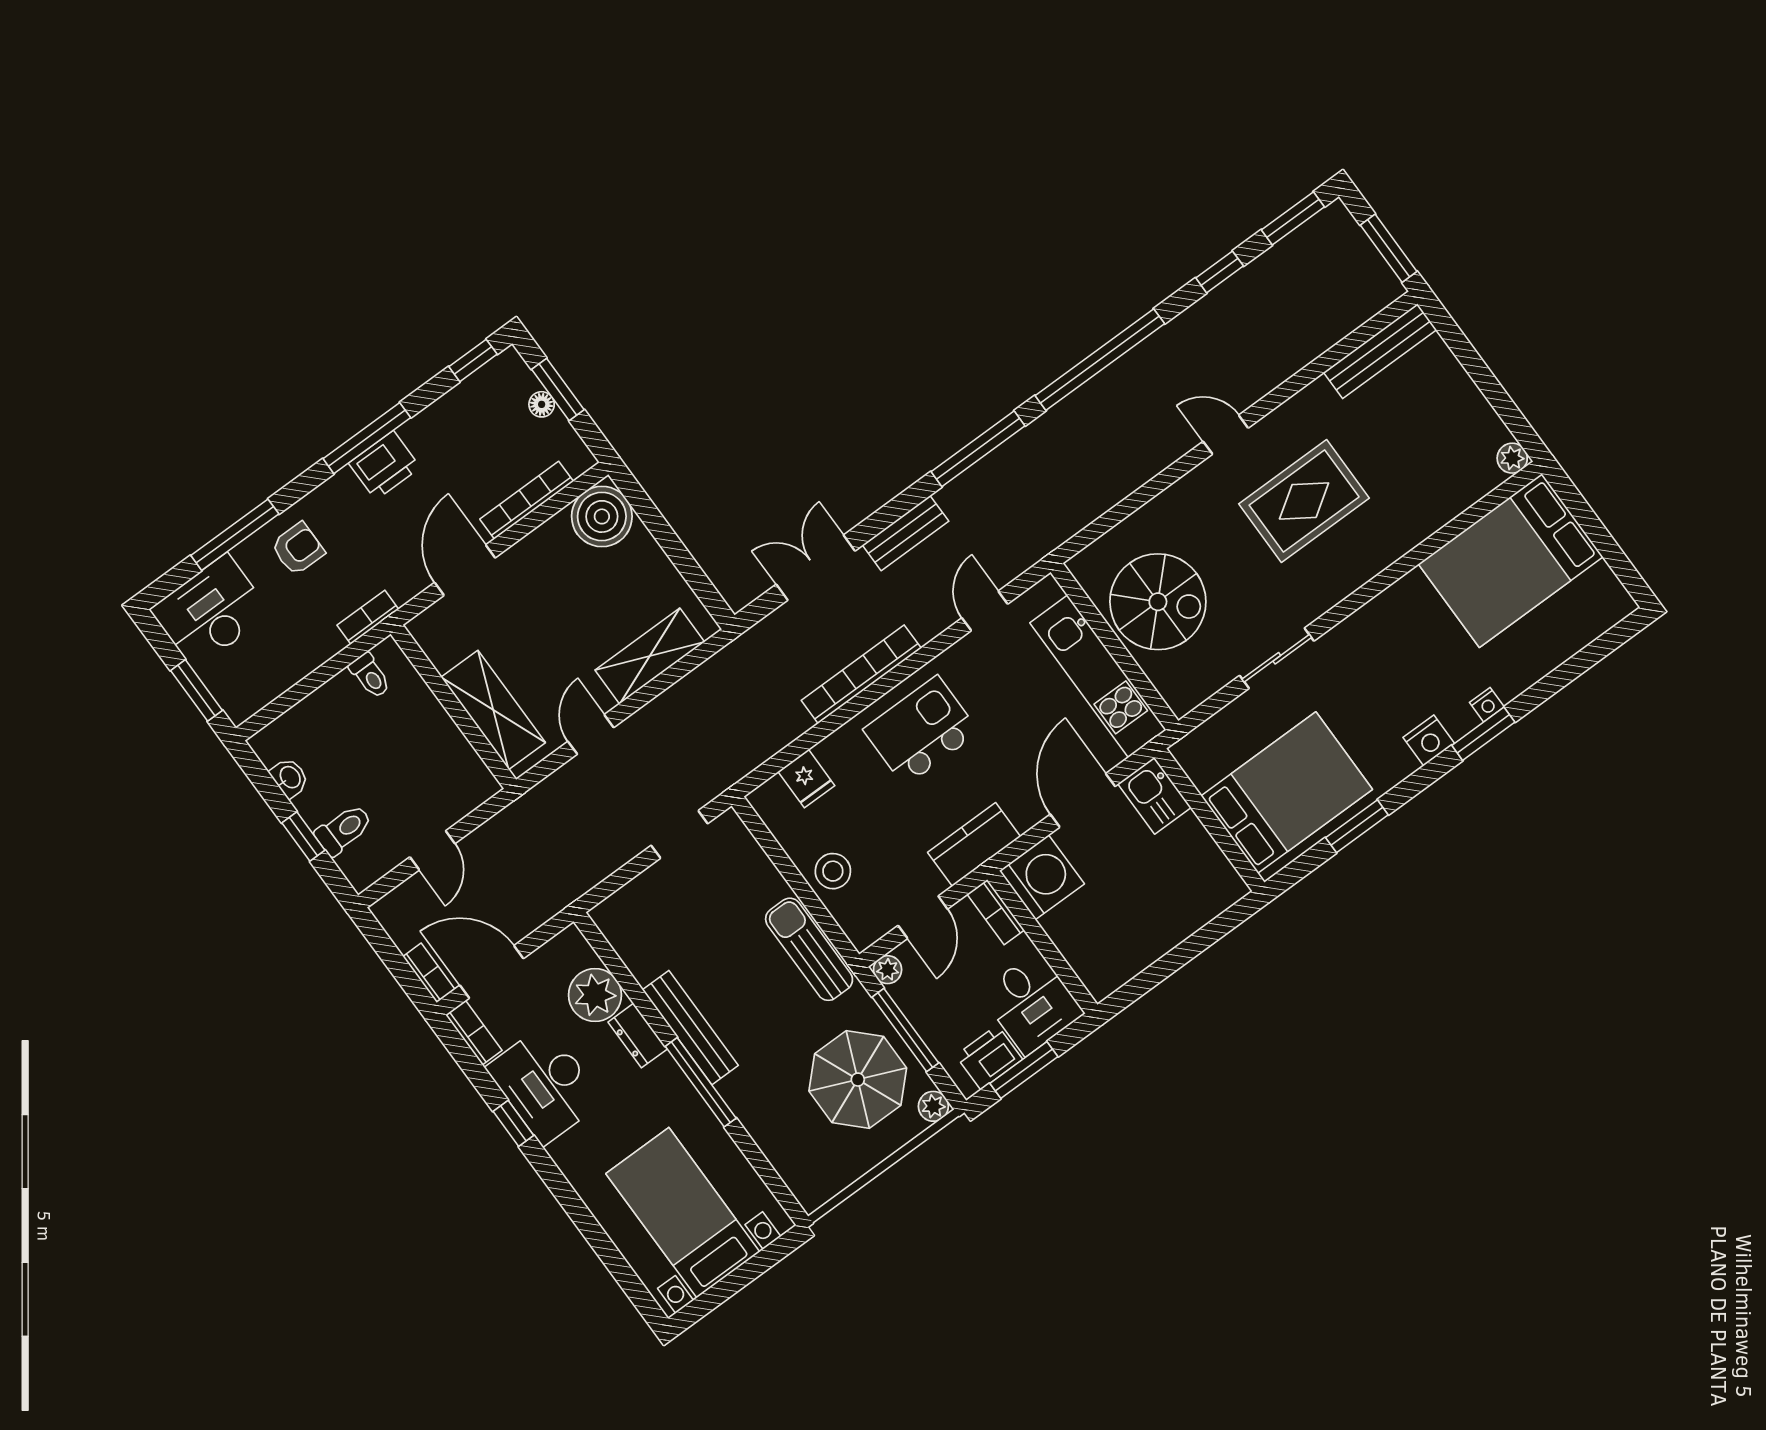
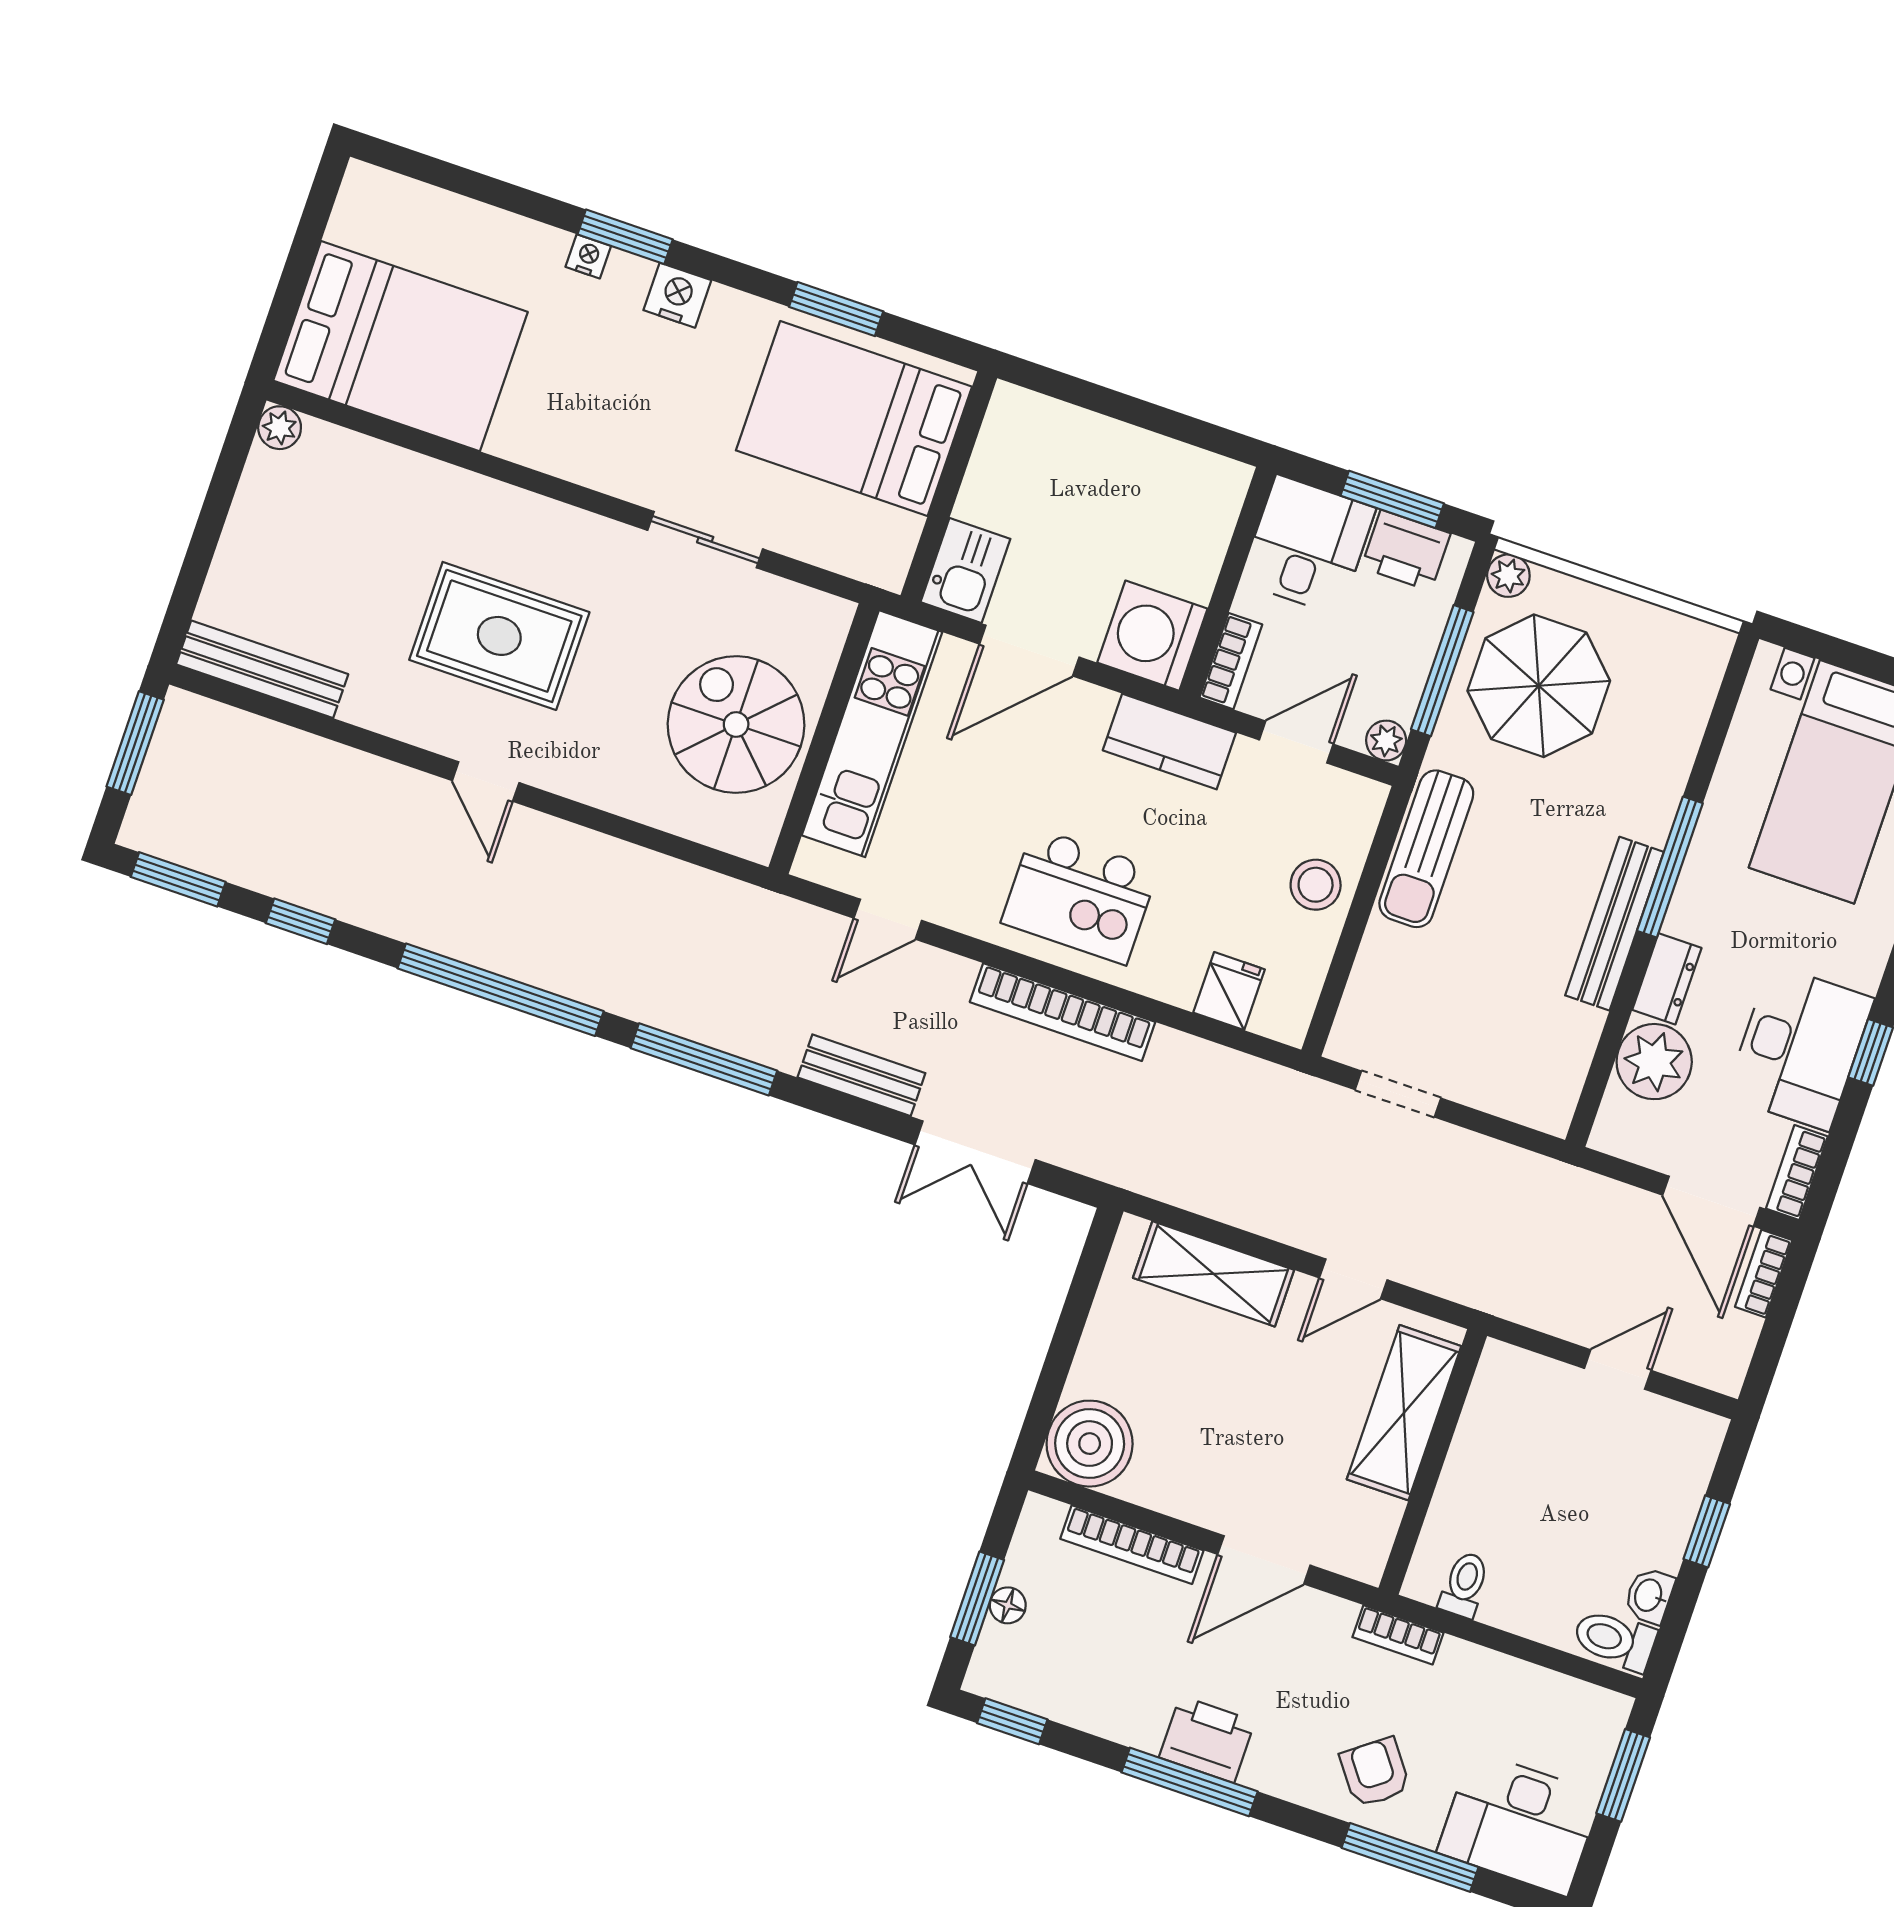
armchair: (298, 549) -> (1375, 1772), turned 53
toilet: (344, 830) -> (1615, 1640), moved

